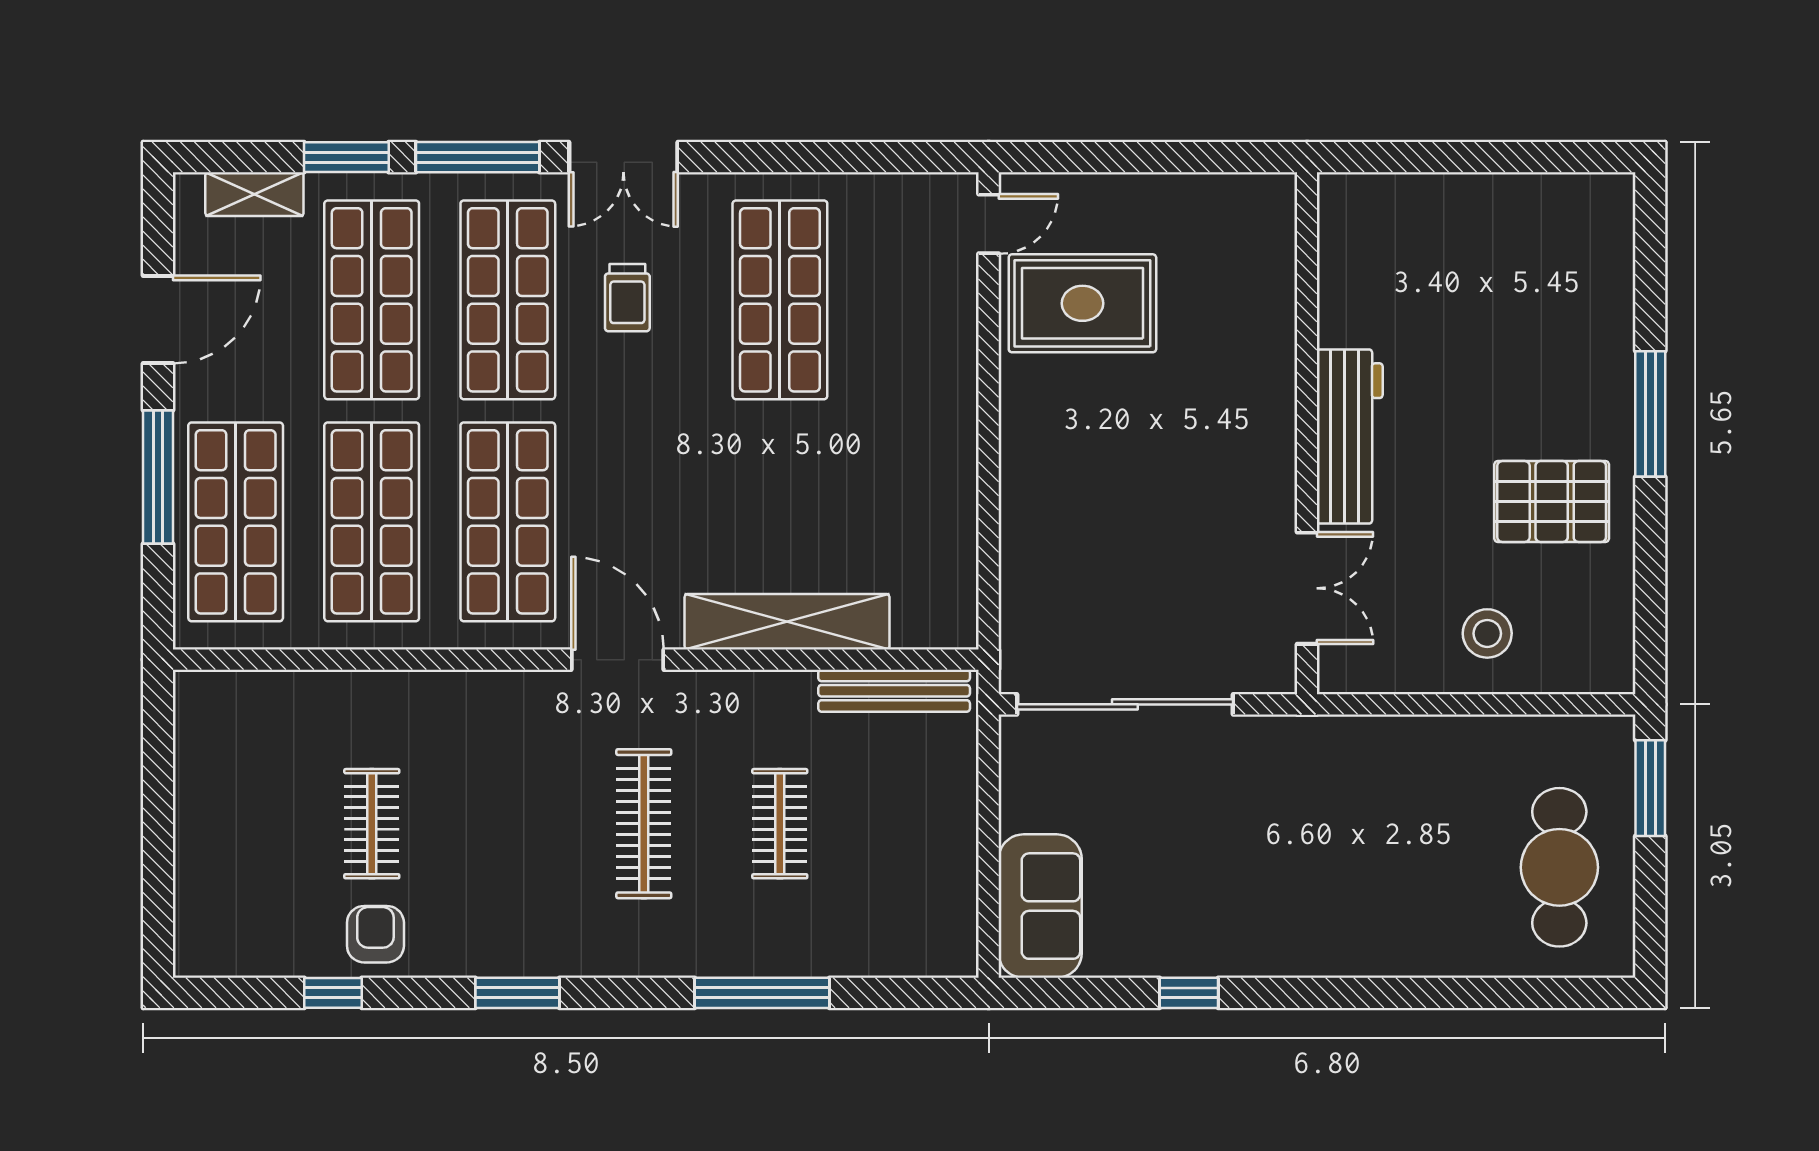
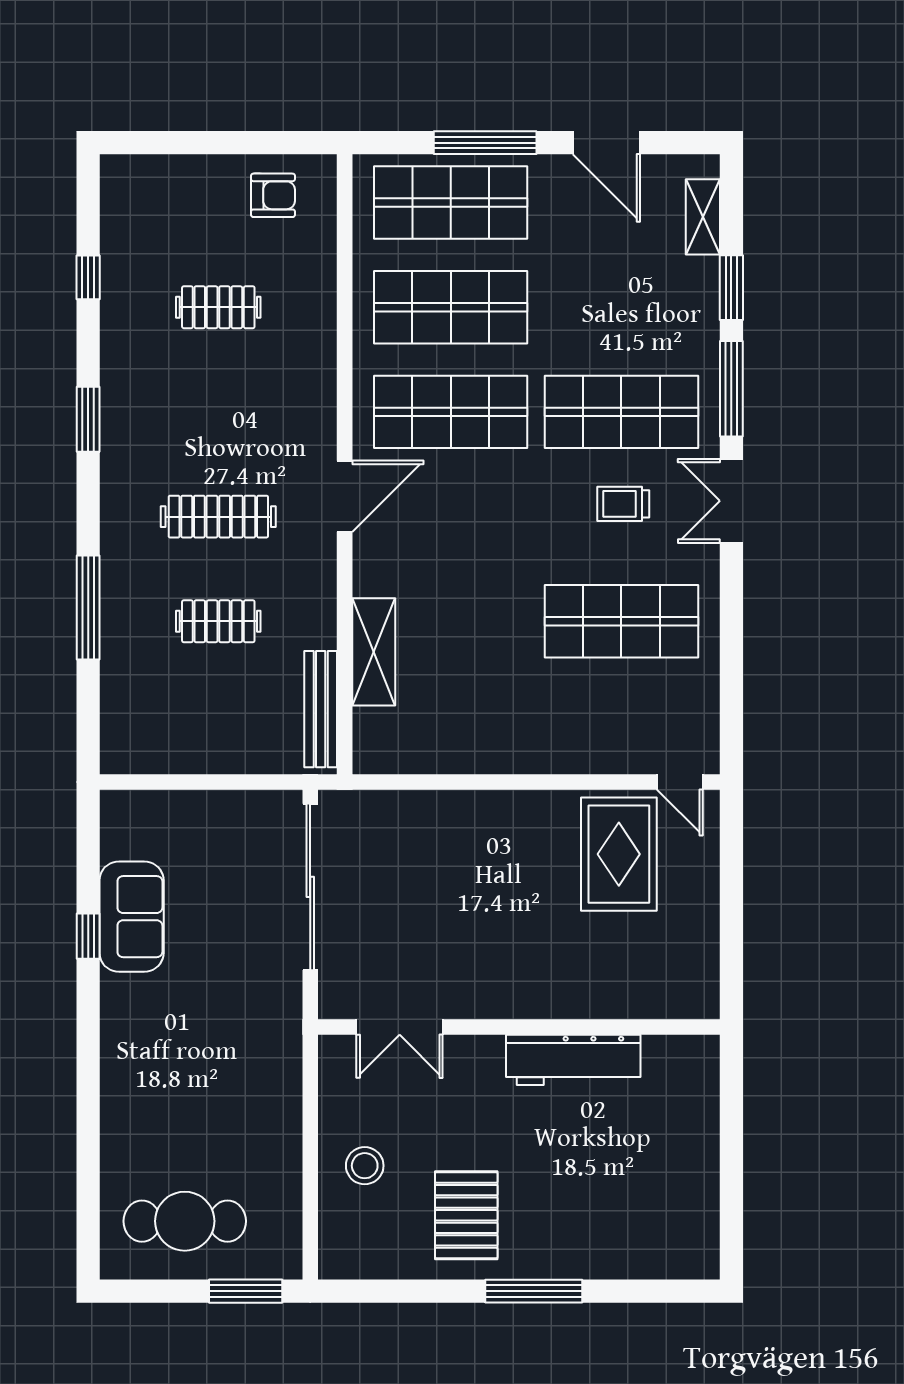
shop shelf: (372, 300) -> (621, 307), removed
workbench: (1350, 436) -> (573, 1060), moved
shelving: (787, 622) -> (374, 652), width x0.68
sofa: (1040, 906) -> (132, 917), moved, turned -90
armchair: (375, 934) -> (273, 195), moved

